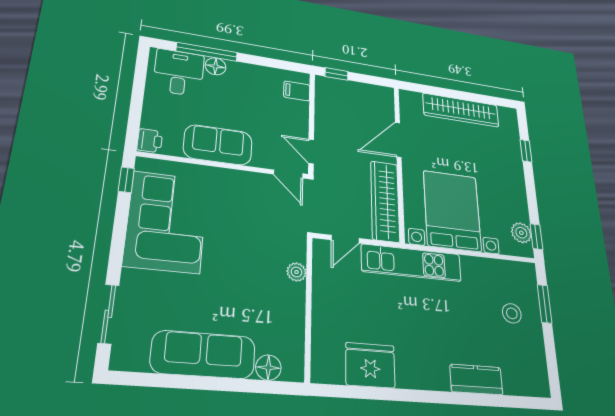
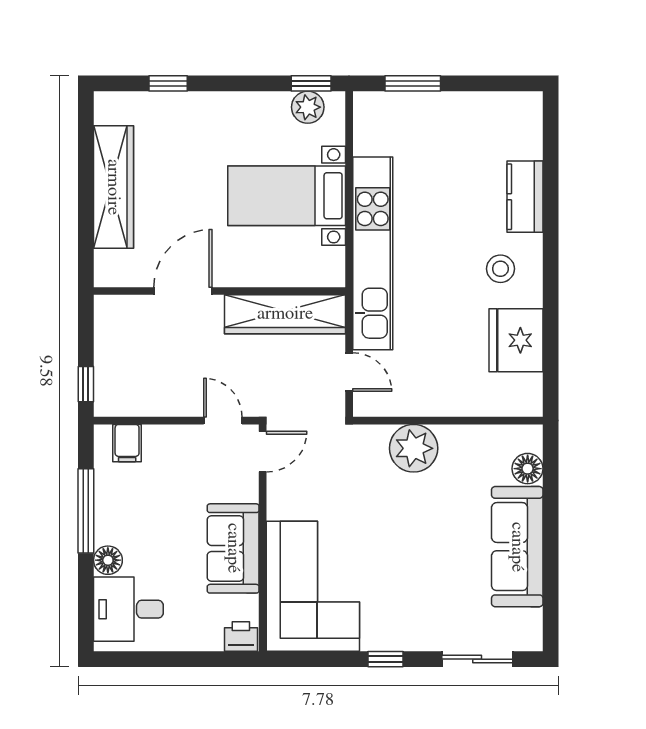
window: (207, 52) -> (86, 511), moved
door: (398, 140) -> (183, 291), swing flipped
door: (311, 151) -> (223, 421), swing flipped
window: (126, 180) -> (385, 659), moved
bed with nightstands: (452, 211) -> (287, 196), width x0.73
corner sofa: (166, 222) -> (313, 586), moved, turned 90
kitchen unit: (411, 263) -> (373, 253), width x1.36
plant: (297, 272) -> (414, 448), width x1.87, depth x1.87
stool: (512, 313) -> (500, 269), moved

